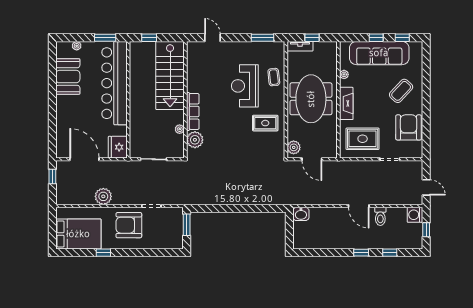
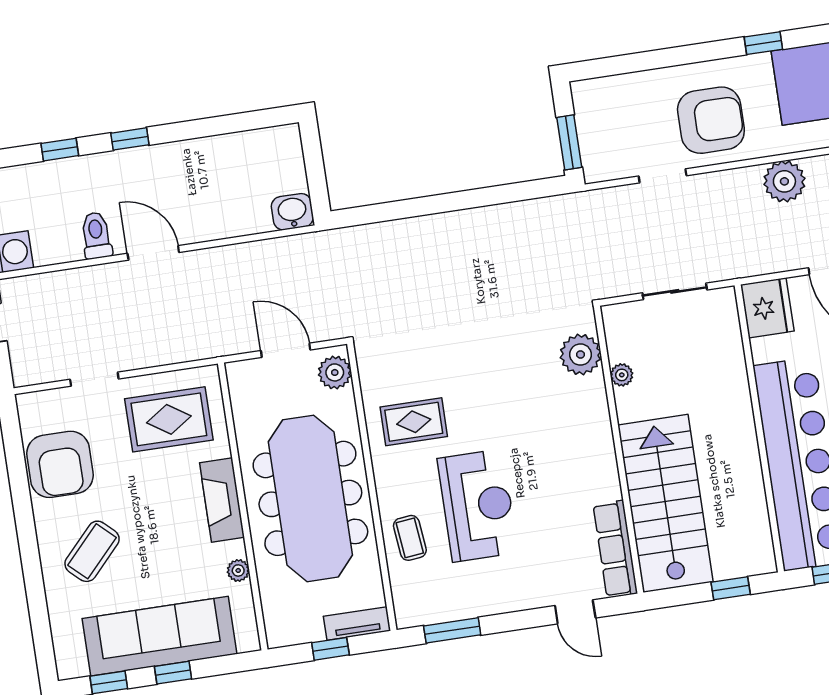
meeting table: (311, 99) -> (310, 498), width x1.36
row of seats: (193, 111) -> (615, 549), moved

